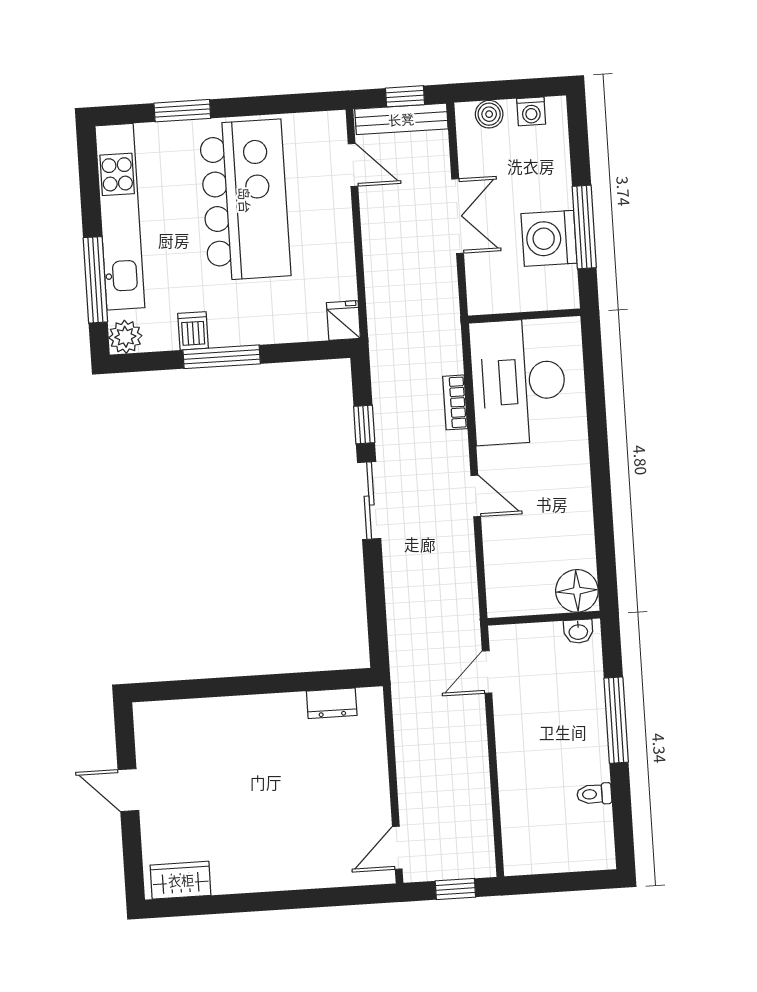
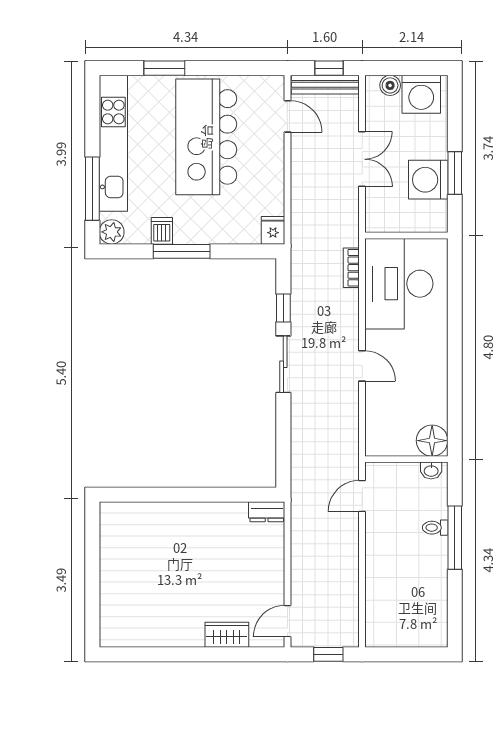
washing machine: (531, 111) -> (421, 94), width x1.89, depth x1.89
kitchen island: (245, 200) -> (206, 137), turned 180
window: (584, 227) -> (455, 173), width x0.69
bookcase: (455, 402) -> (351, 268), moved
dresser: (332, 703) -> (267, 512), moved
door: (128, 790) -> (92, 566), removed
toilet: (594, 794) -> (435, 528), moved
wardrobe: (181, 880) -> (227, 635), moved

